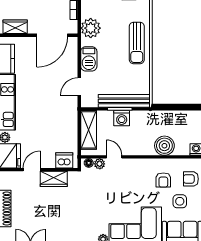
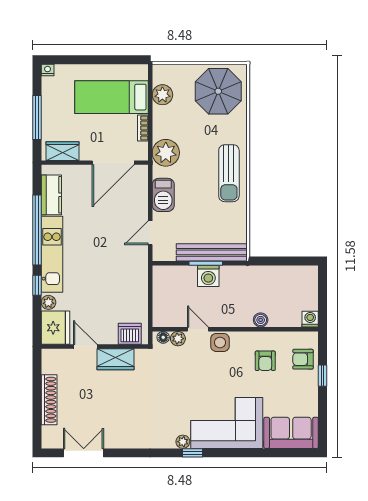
shelving: (89, 130) -> (163, 292), removed
boiler: (164, 146) -> (261, 320), width x0.54, depth x0.54
door: (32, 170) -> (85, 347), hinge flipped
side table: (180, 201) -> (220, 342), moved

